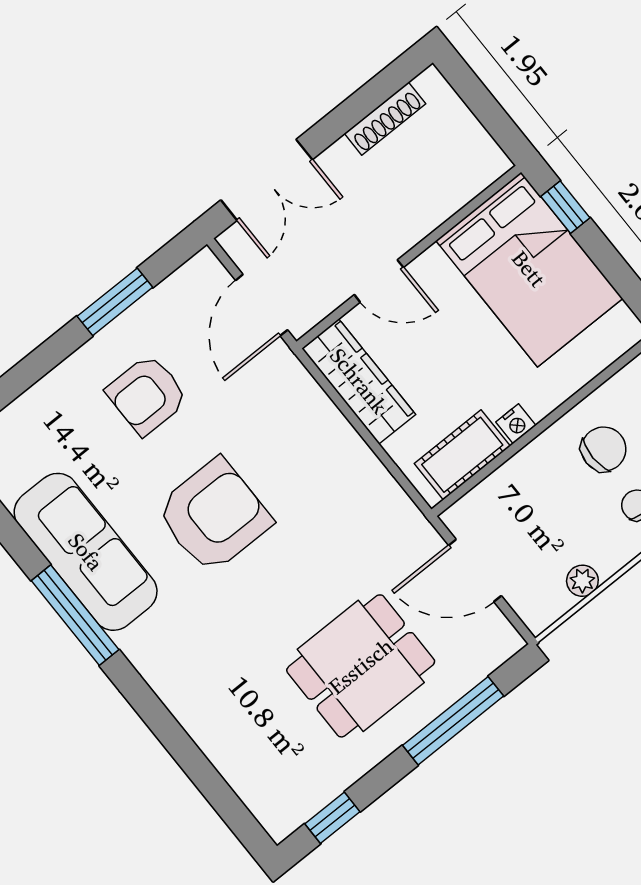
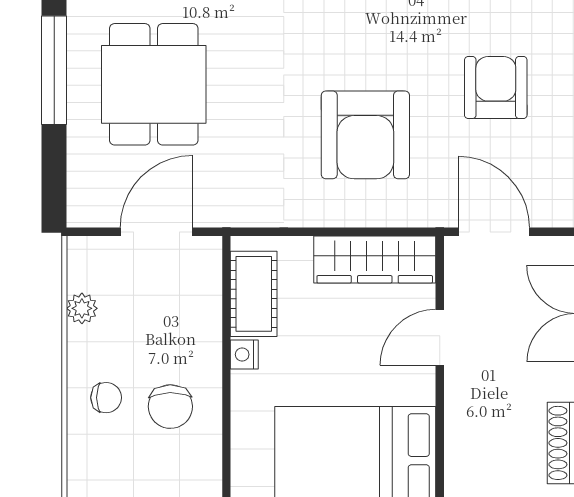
armchair: (214, 516) -> (365, 135), moved
window: (453, 721) -> (54, 70), moved

